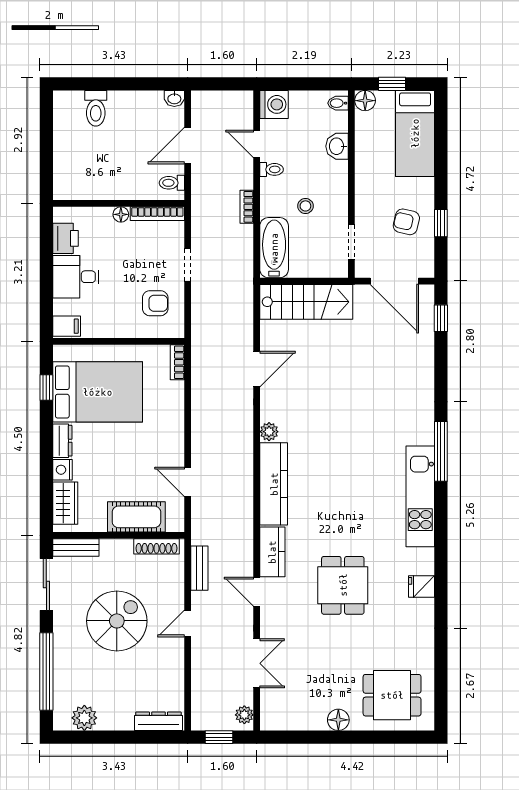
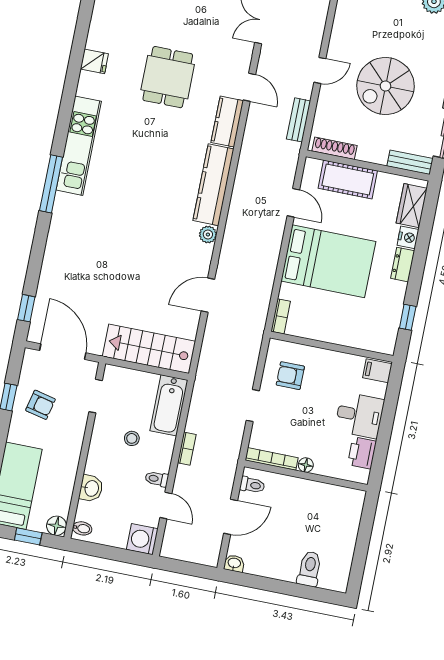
bed: (98, 392) -> (328, 261), moved, turned 180

